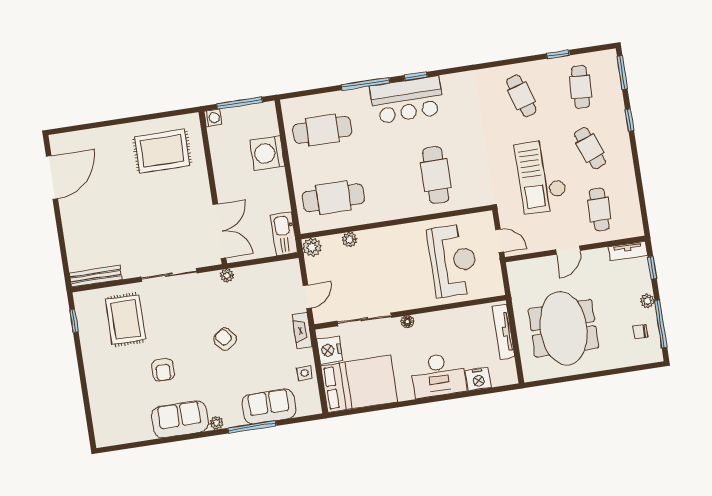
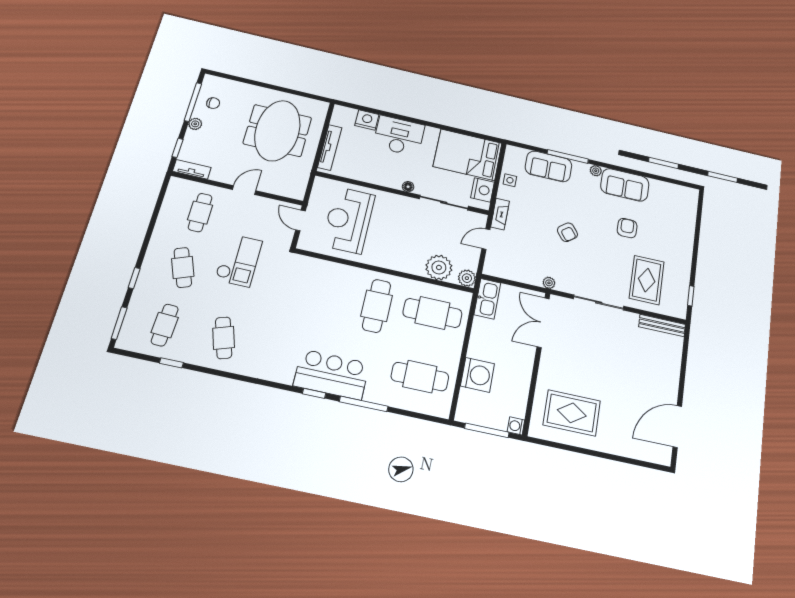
cafe table: (436, 175) -> (377, 306), moved
checkout: (541, 176) -> (239, 260), width x0.73, depth x0.83
plant: (350, 240) -> (439, 267), width x1.87, depth x1.87

